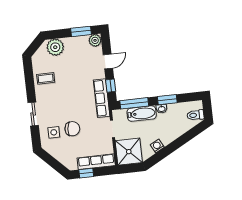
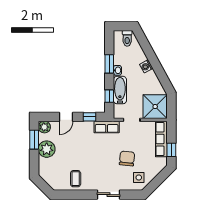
plant: (55, 47) -> (47, 149), moved
door: (108, 61) -> (66, 117), swing flipped
row of seats: (102, 98) -> (107, 127), width x0.68
window: (134, 103) -> (109, 96), width x0.46
side table: (54, 132) -> (139, 177), moved
washing machine: (157, 146) -> (146, 66), moved

